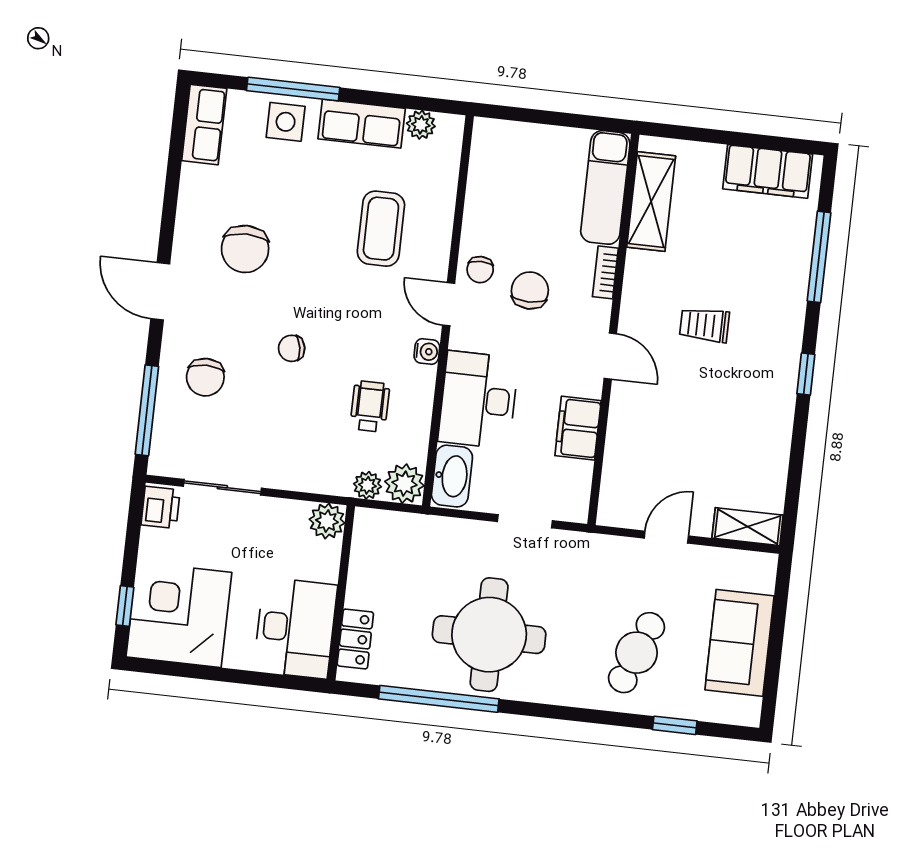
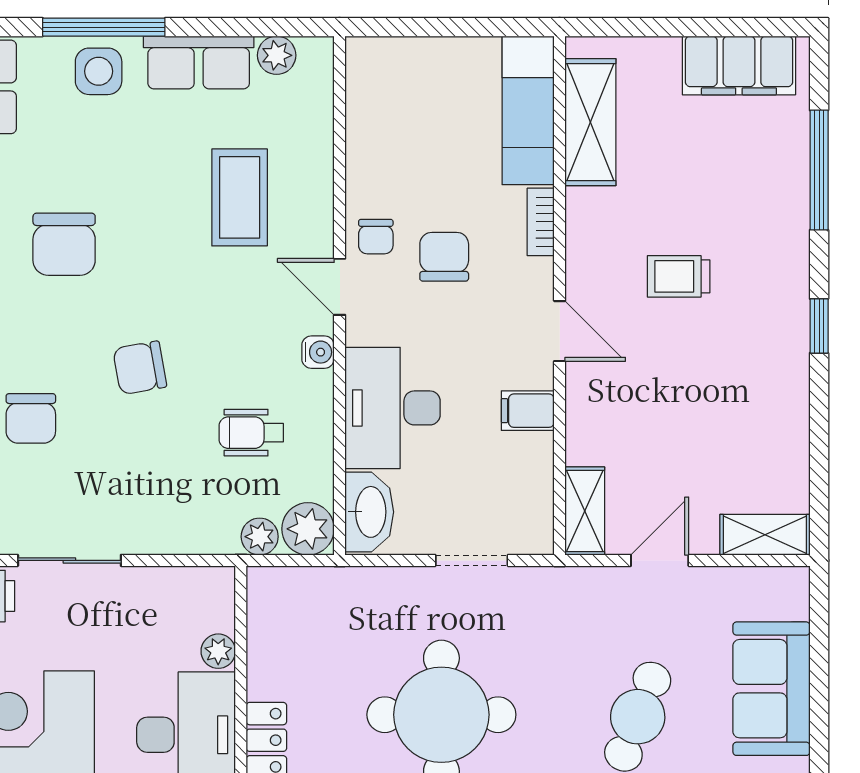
chair: (292, 348) -> (140, 368), width x1.37, depth x1.37
wheelchair: (370, 406) -> (251, 433), turned -90
filing cabinet: (578, 428) -> (528, 411), width x0.50
shelving: (614, 494) -> (585, 511), added
plant: (327, 521) -> (218, 651), moved, width x0.73, depth x0.73

